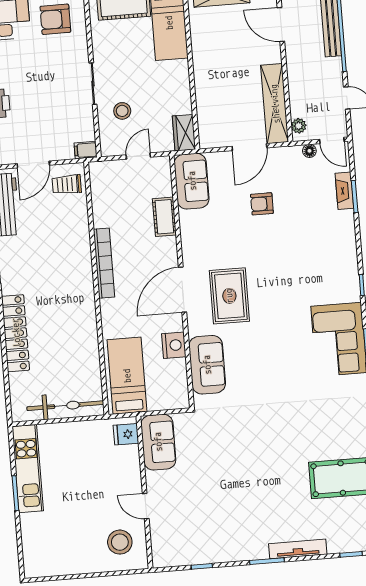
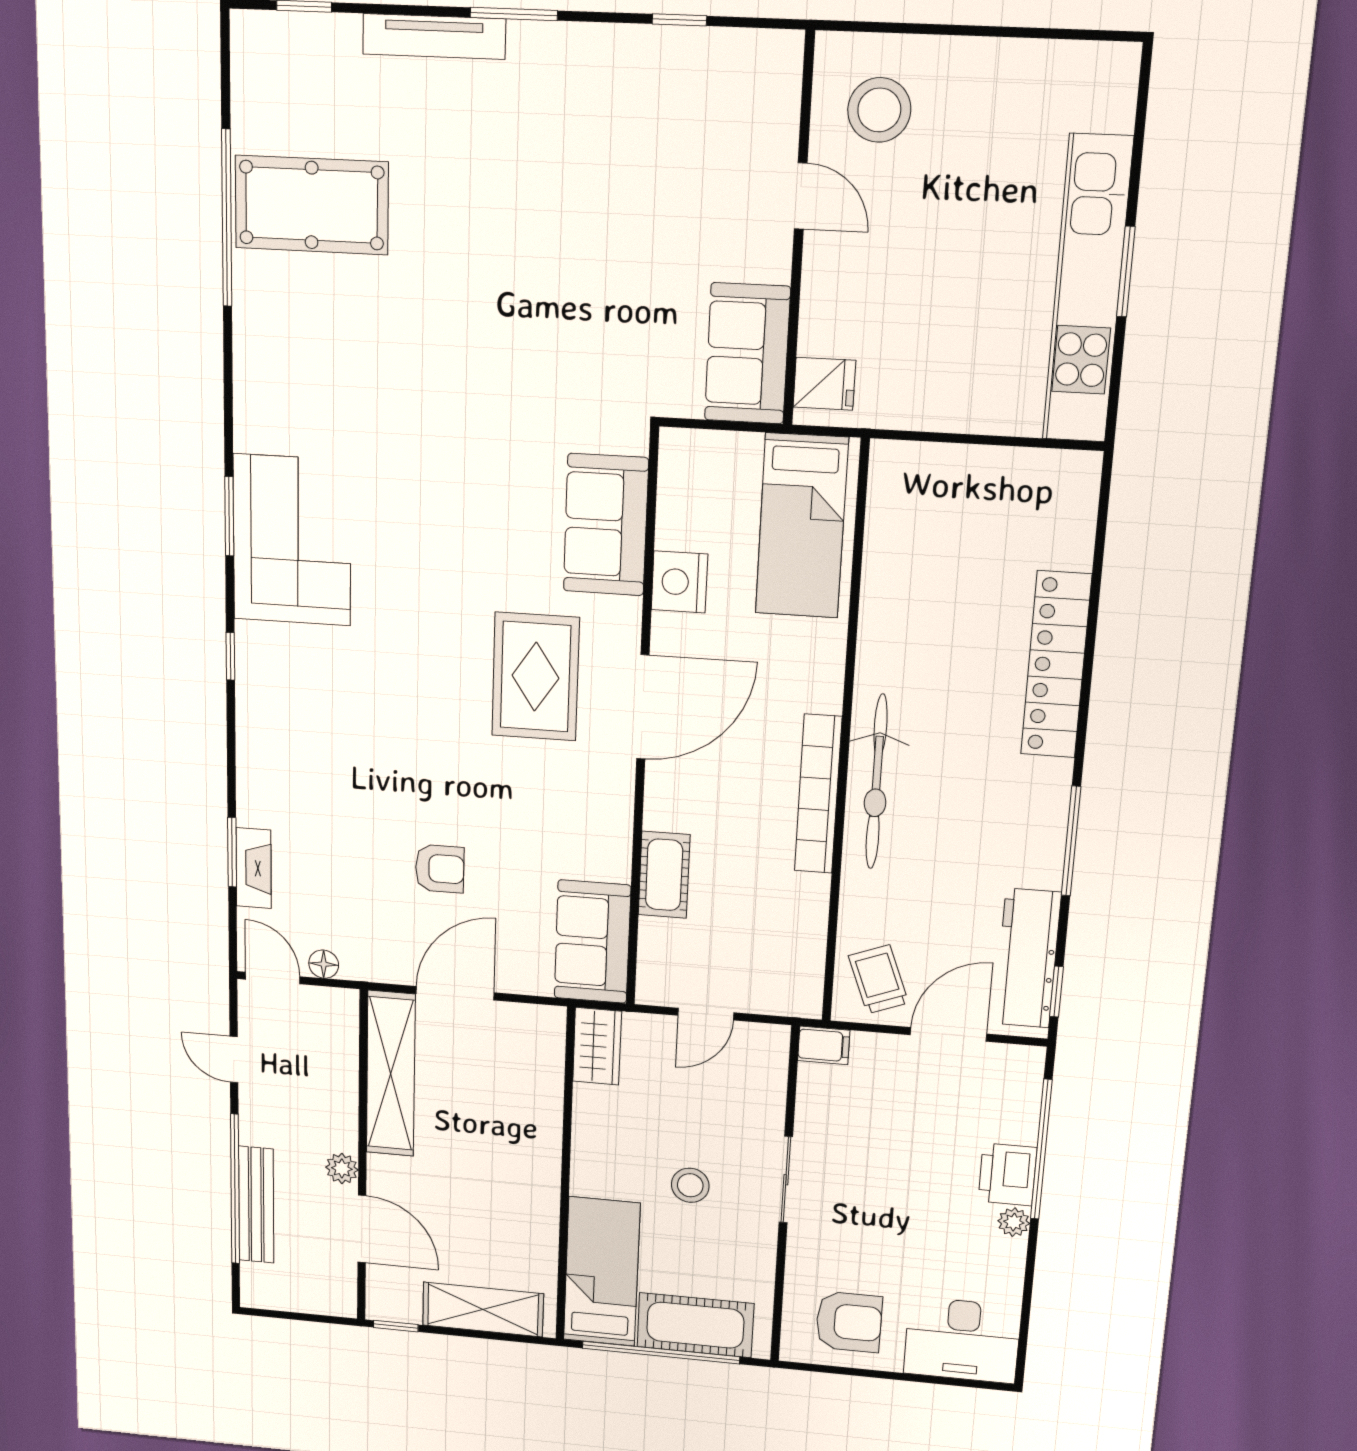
stool: (122, 111) -> (690, 1185), moved
plant: (299, 126) -> (342, 1169), moved
trolley: (67, 185) -> (878, 979), turned -111
bicycle: (65, 406) -> (877, 782), moved, turned -90
kitchen unit: (28, 469) -> (1087, 290), width x1.36

